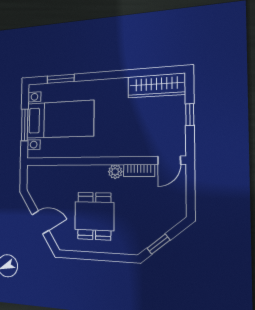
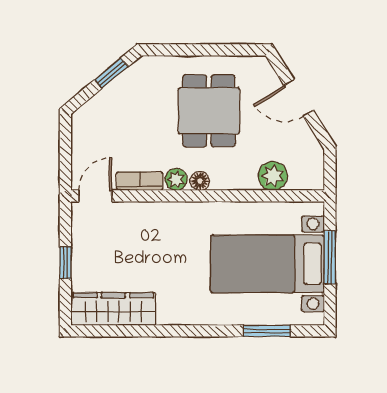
floor lamp: (100, 171) -> (200, 181), added
plant: (56, 174) -> (273, 176), added

